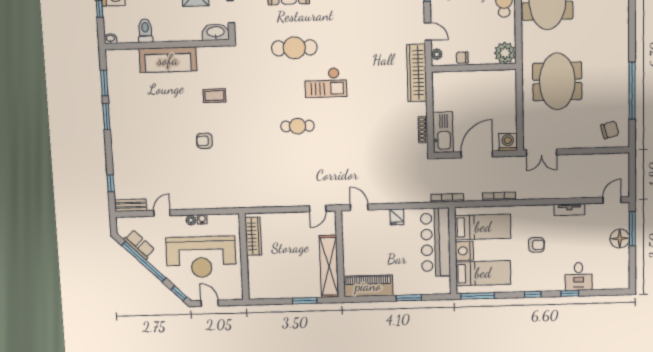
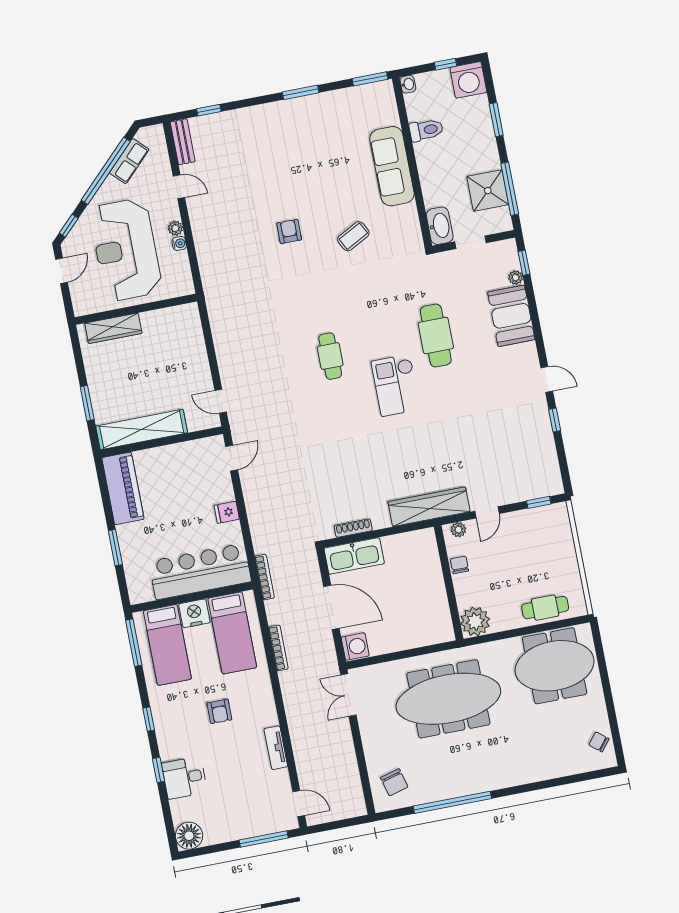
meeting table: (557, 81) -> (448, 699), width x1.36
window: (104, 83) -> (370, 79), moved
coffee table: (214, 96) -> (353, 236), turned 62
wardrobe: (253, 236) -> (113, 328), moved
floor lamp: (620, 239) -> (189, 836), moved

